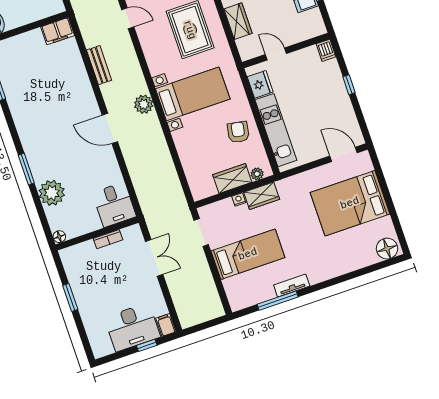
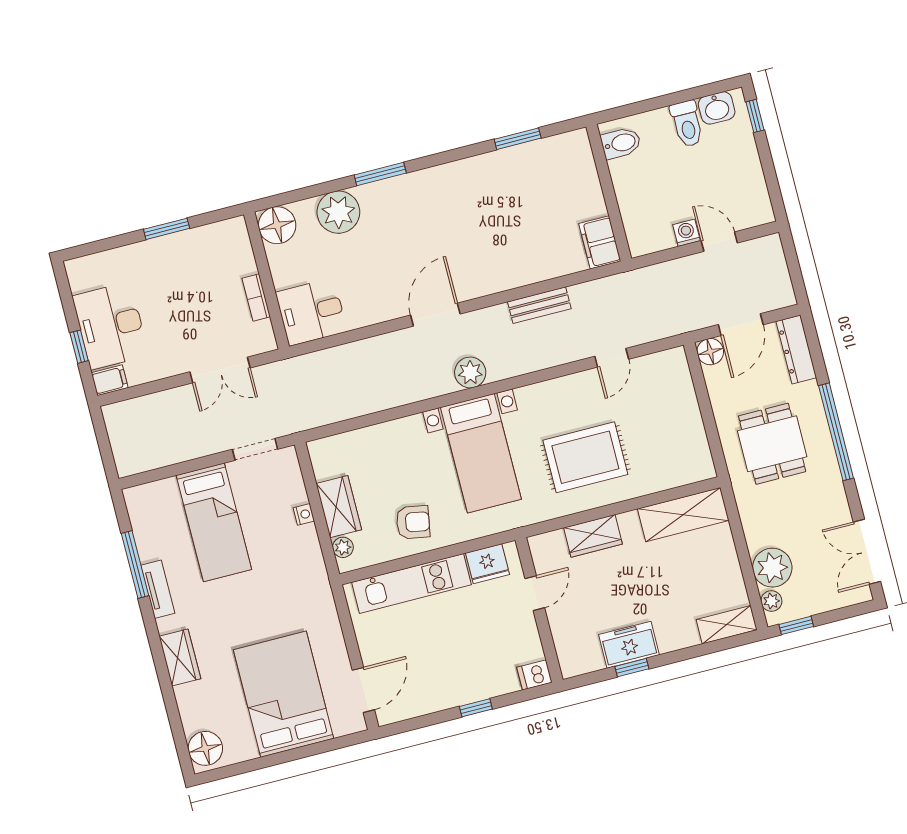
wardrobe: (262, 196) -> (180, 658), moved, turned 180
floor lamp: (59, 237) -> (277, 225), width x1.89, depth x1.89

